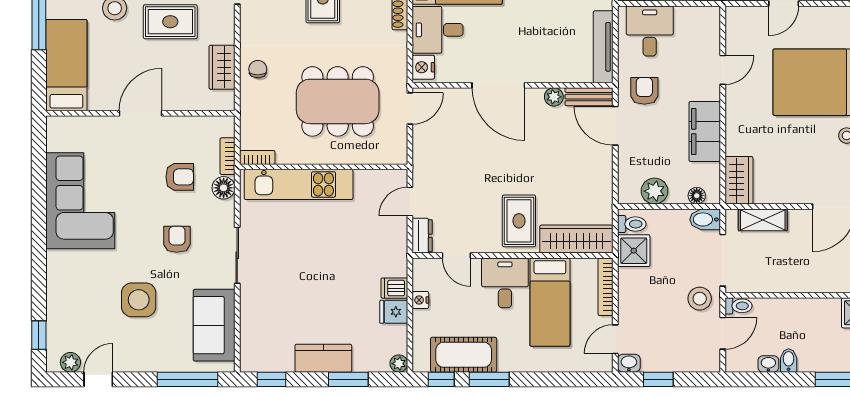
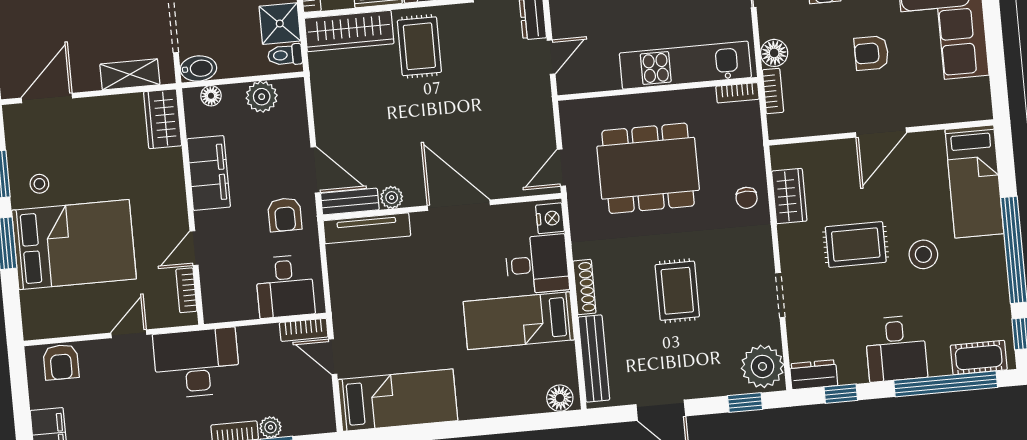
bookcase: (732, 35) -> (186, 290), added
tv unit: (603, 47) -> (367, 228), moved, turned 90
armchair: (180, 177) -> (871, 53), moved

